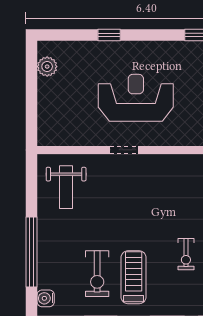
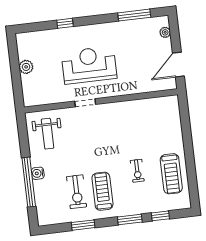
plant: (47, 67) -> (26, 67), moved
water cooler: (46, 298) -> (38, 173), moved

